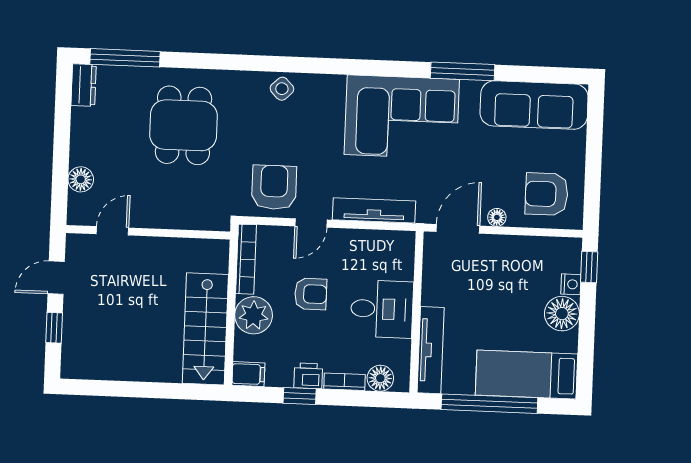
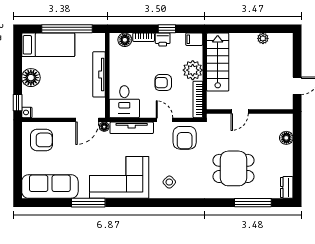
window: (125, 58) -> (253, 203), moved
side table: (282, 89) -> (169, 182), moved
dining table: (183, 125) -> (233, 168), turned 90
floor lamp: (497, 217) -> (104, 127), moved
door: (311, 223) -> (165, 120), hinge flipped
door: (112, 231) -> (240, 112), moved
nightstand: (571, 284) -> (27, 112), moved
desk: (382, 309) -> (124, 102), moved, turned -90
window: (54, 328) -> (297, 59), removed
tv unit: (431, 350) -> (99, 74), moved
plant: (118, 370) -> (263, 38), added

